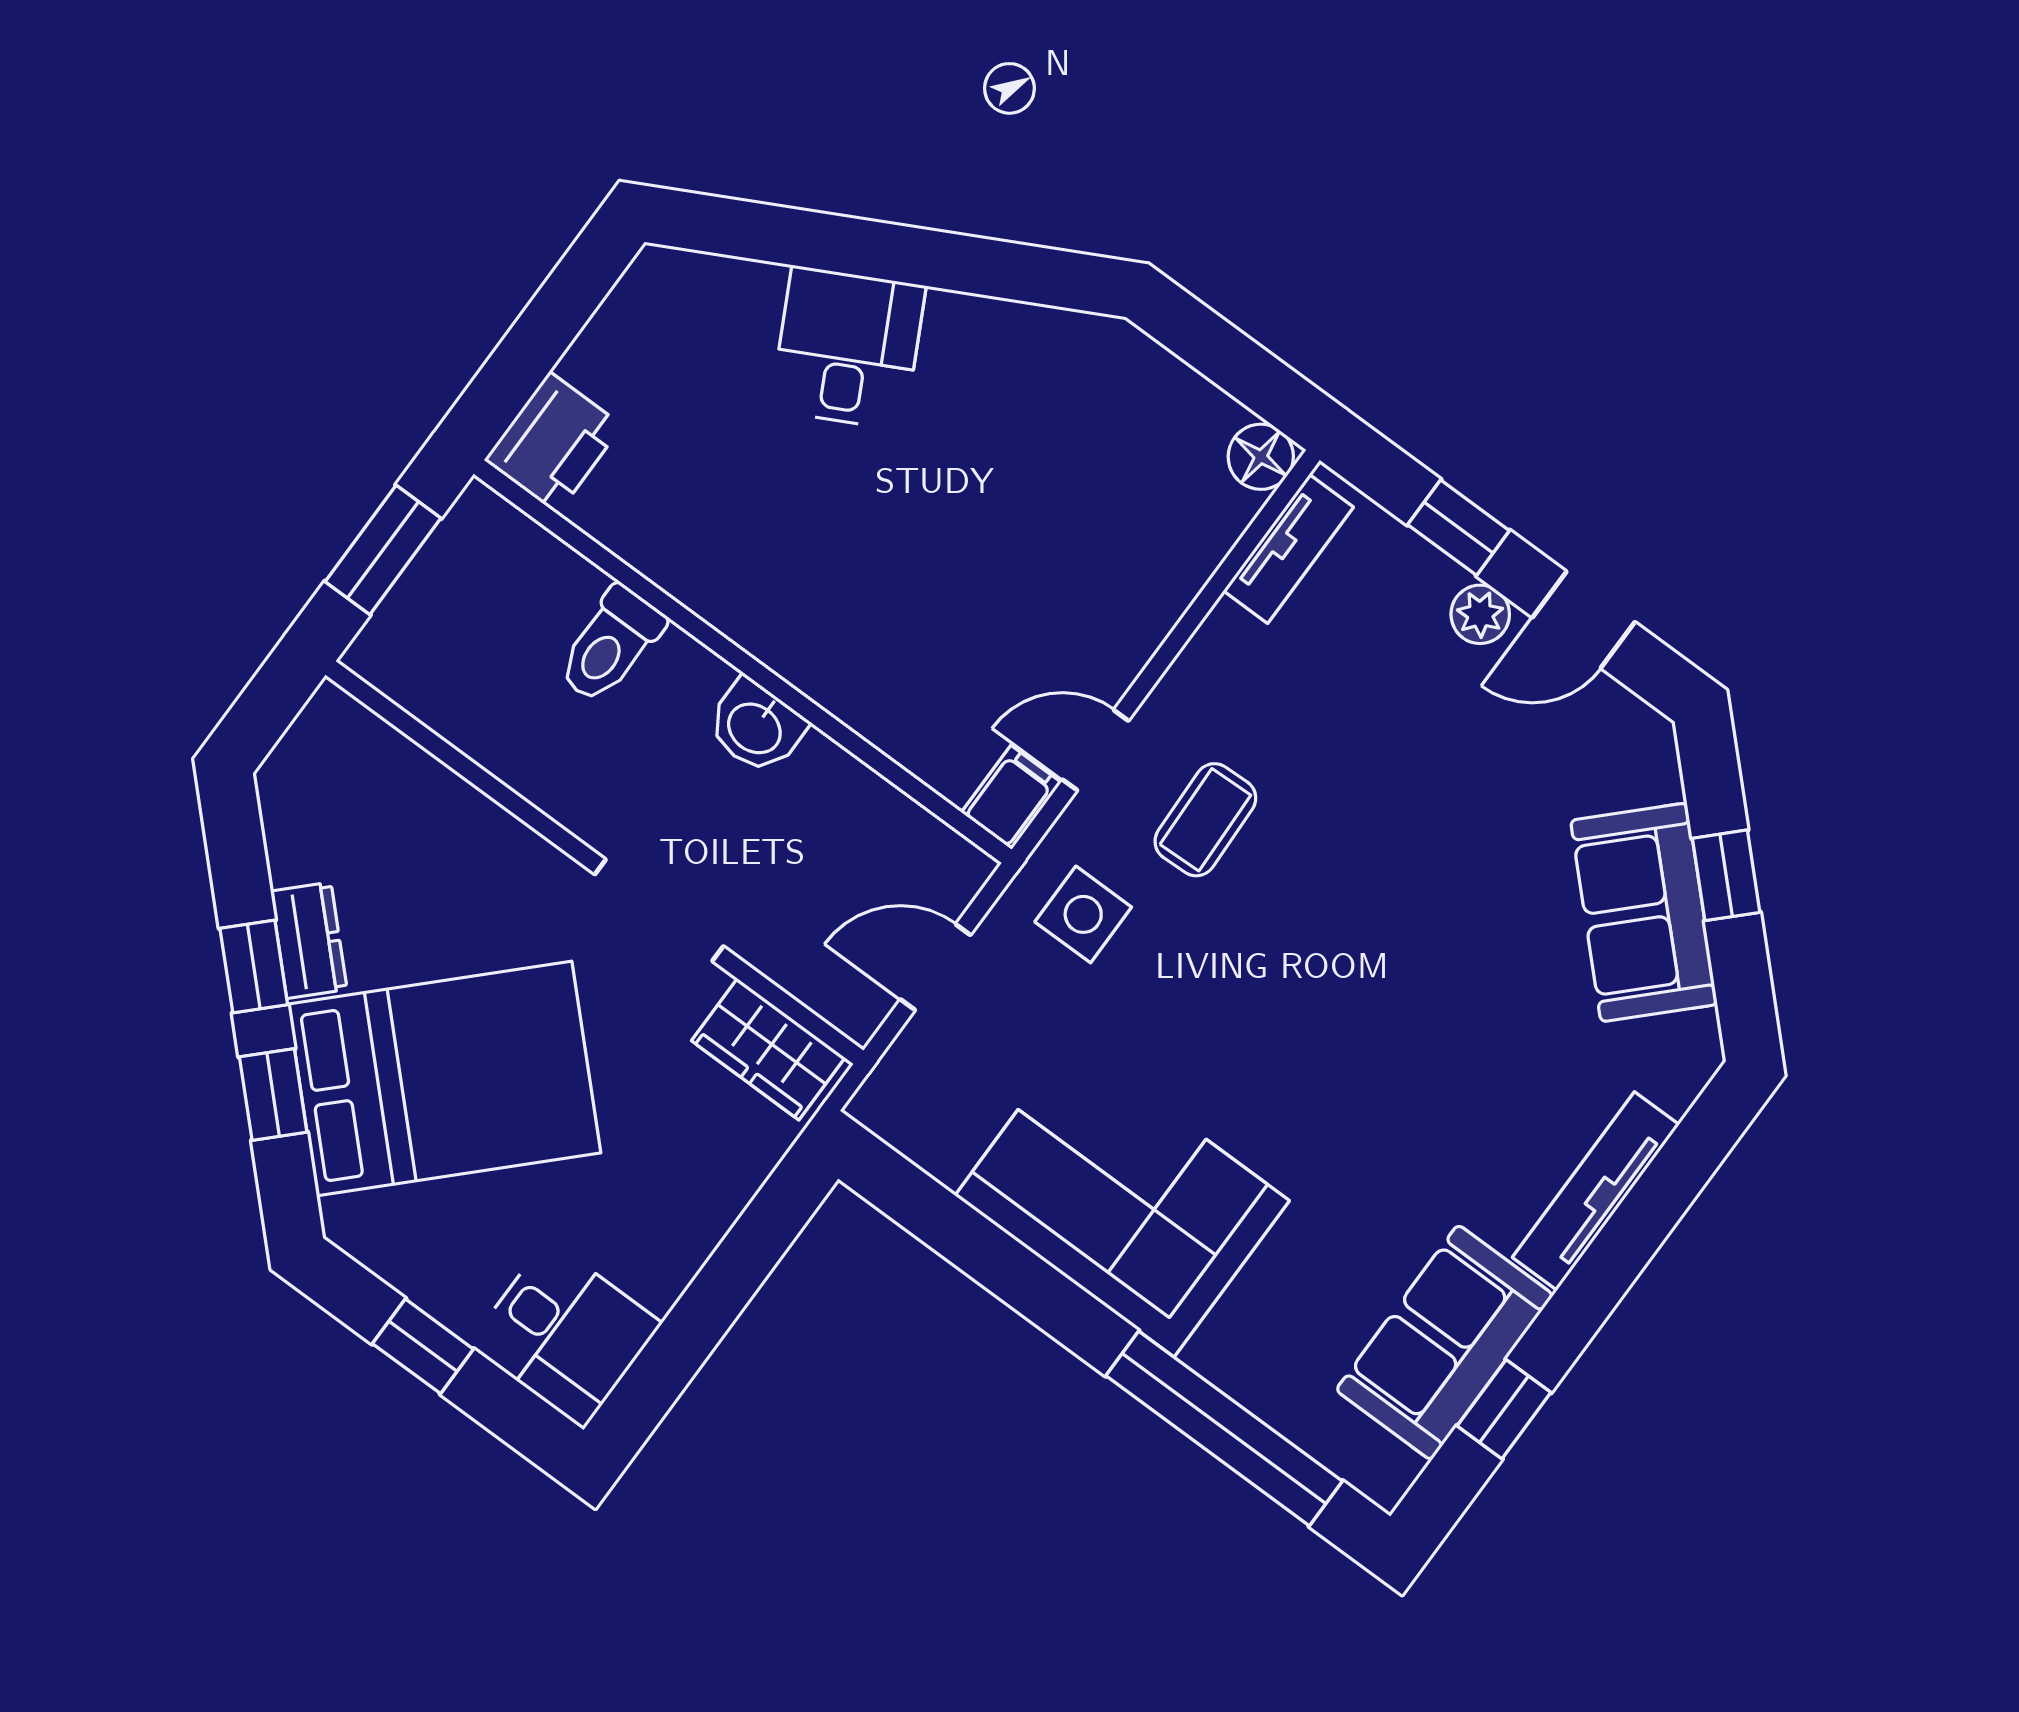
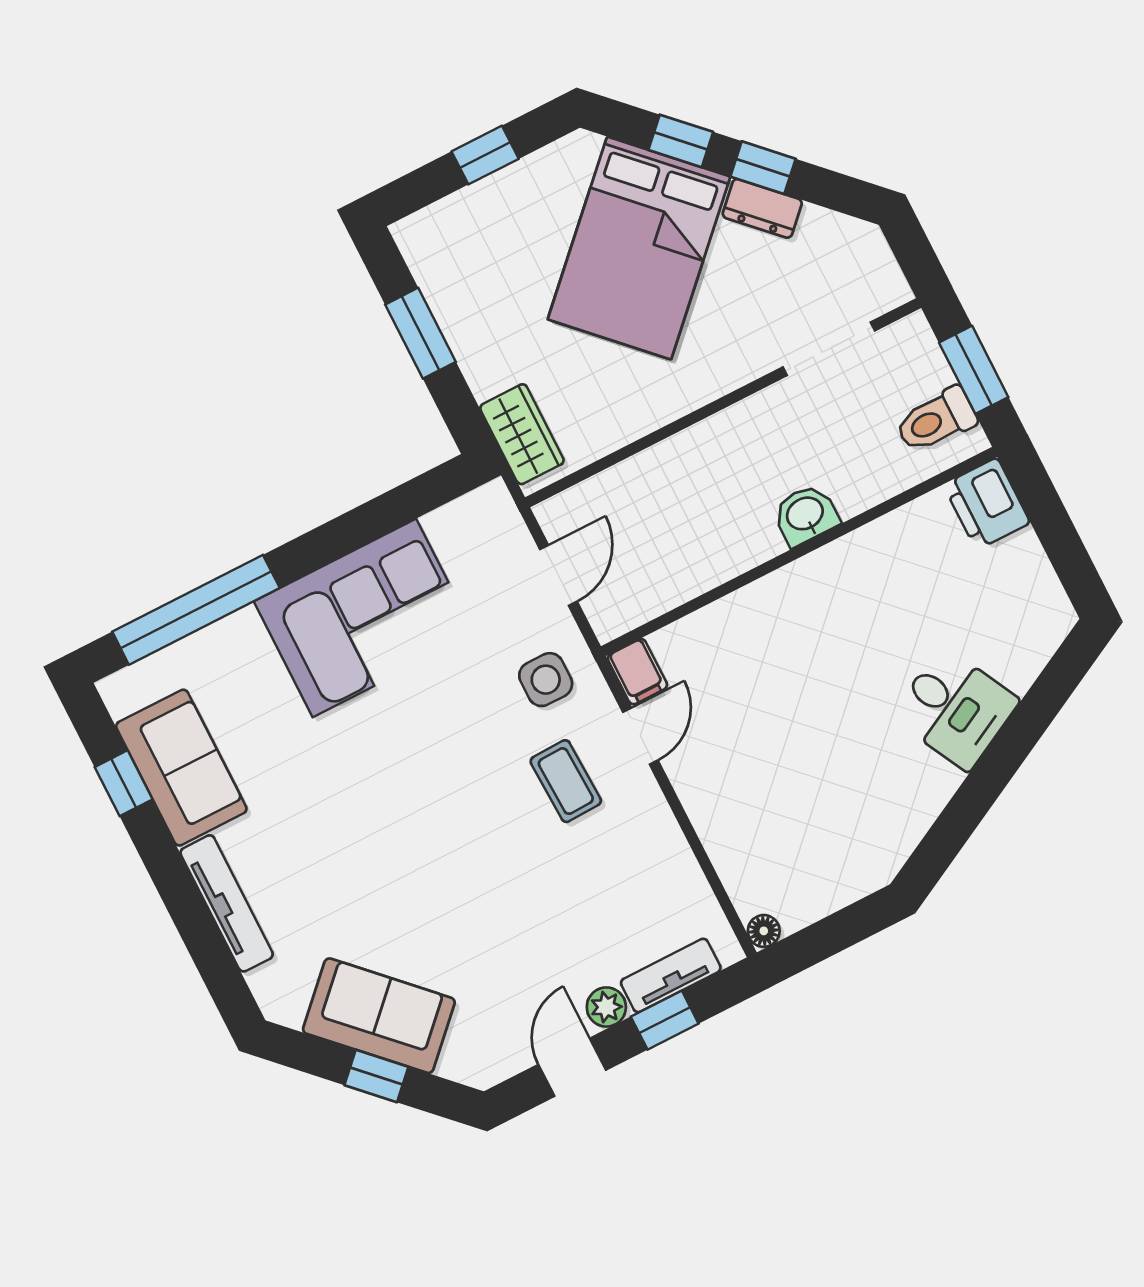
floor lamp: (1261, 457) -> (764, 931), width x0.73, depth x0.73
tv unit: (1288, 549) -> (671, 975), moved, turned 90
toilet: (610, 645) -> (936, 420), moved, turned -90
washbasin: (756, 727) -> (806, 515), moved
doorway: (659, 910) -> (829, 349), moved
wardrobe: (768, 1049) -> (522, 434), moved, turned 90
window: (704, 1314) -> (420, 333), added
desk: (565, 1334) -> (450, 244), removed

